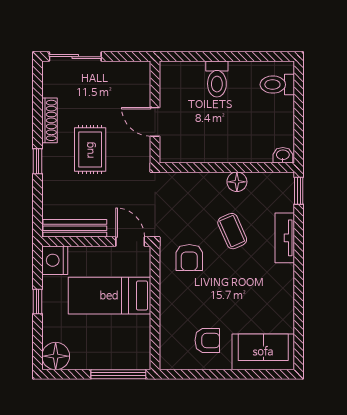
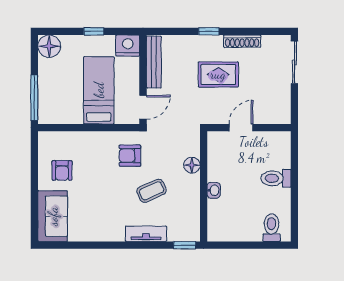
washbasin: (283, 155) -> (214, 190), moved
floor lamp: (237, 182) -> (192, 165), moved

